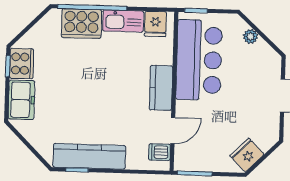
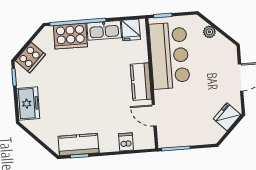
cooker: (22, 64) -> (30, 58), moved, turned 45
door: (173, 131) -> (154, 115), swing flipped
dishwasher: (159, 152) -> (126, 142), moved, turned 90
fridge: (247, 155) -> (227, 117), moved
kitchen counter: (89, 156) -> (79, 144), width x0.67

